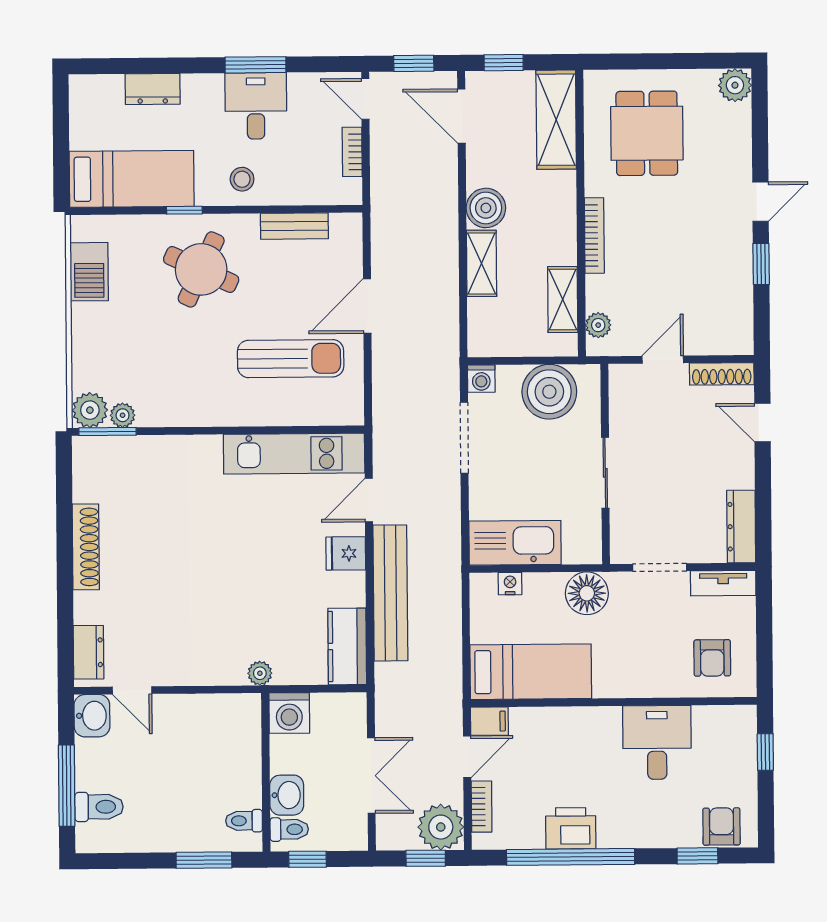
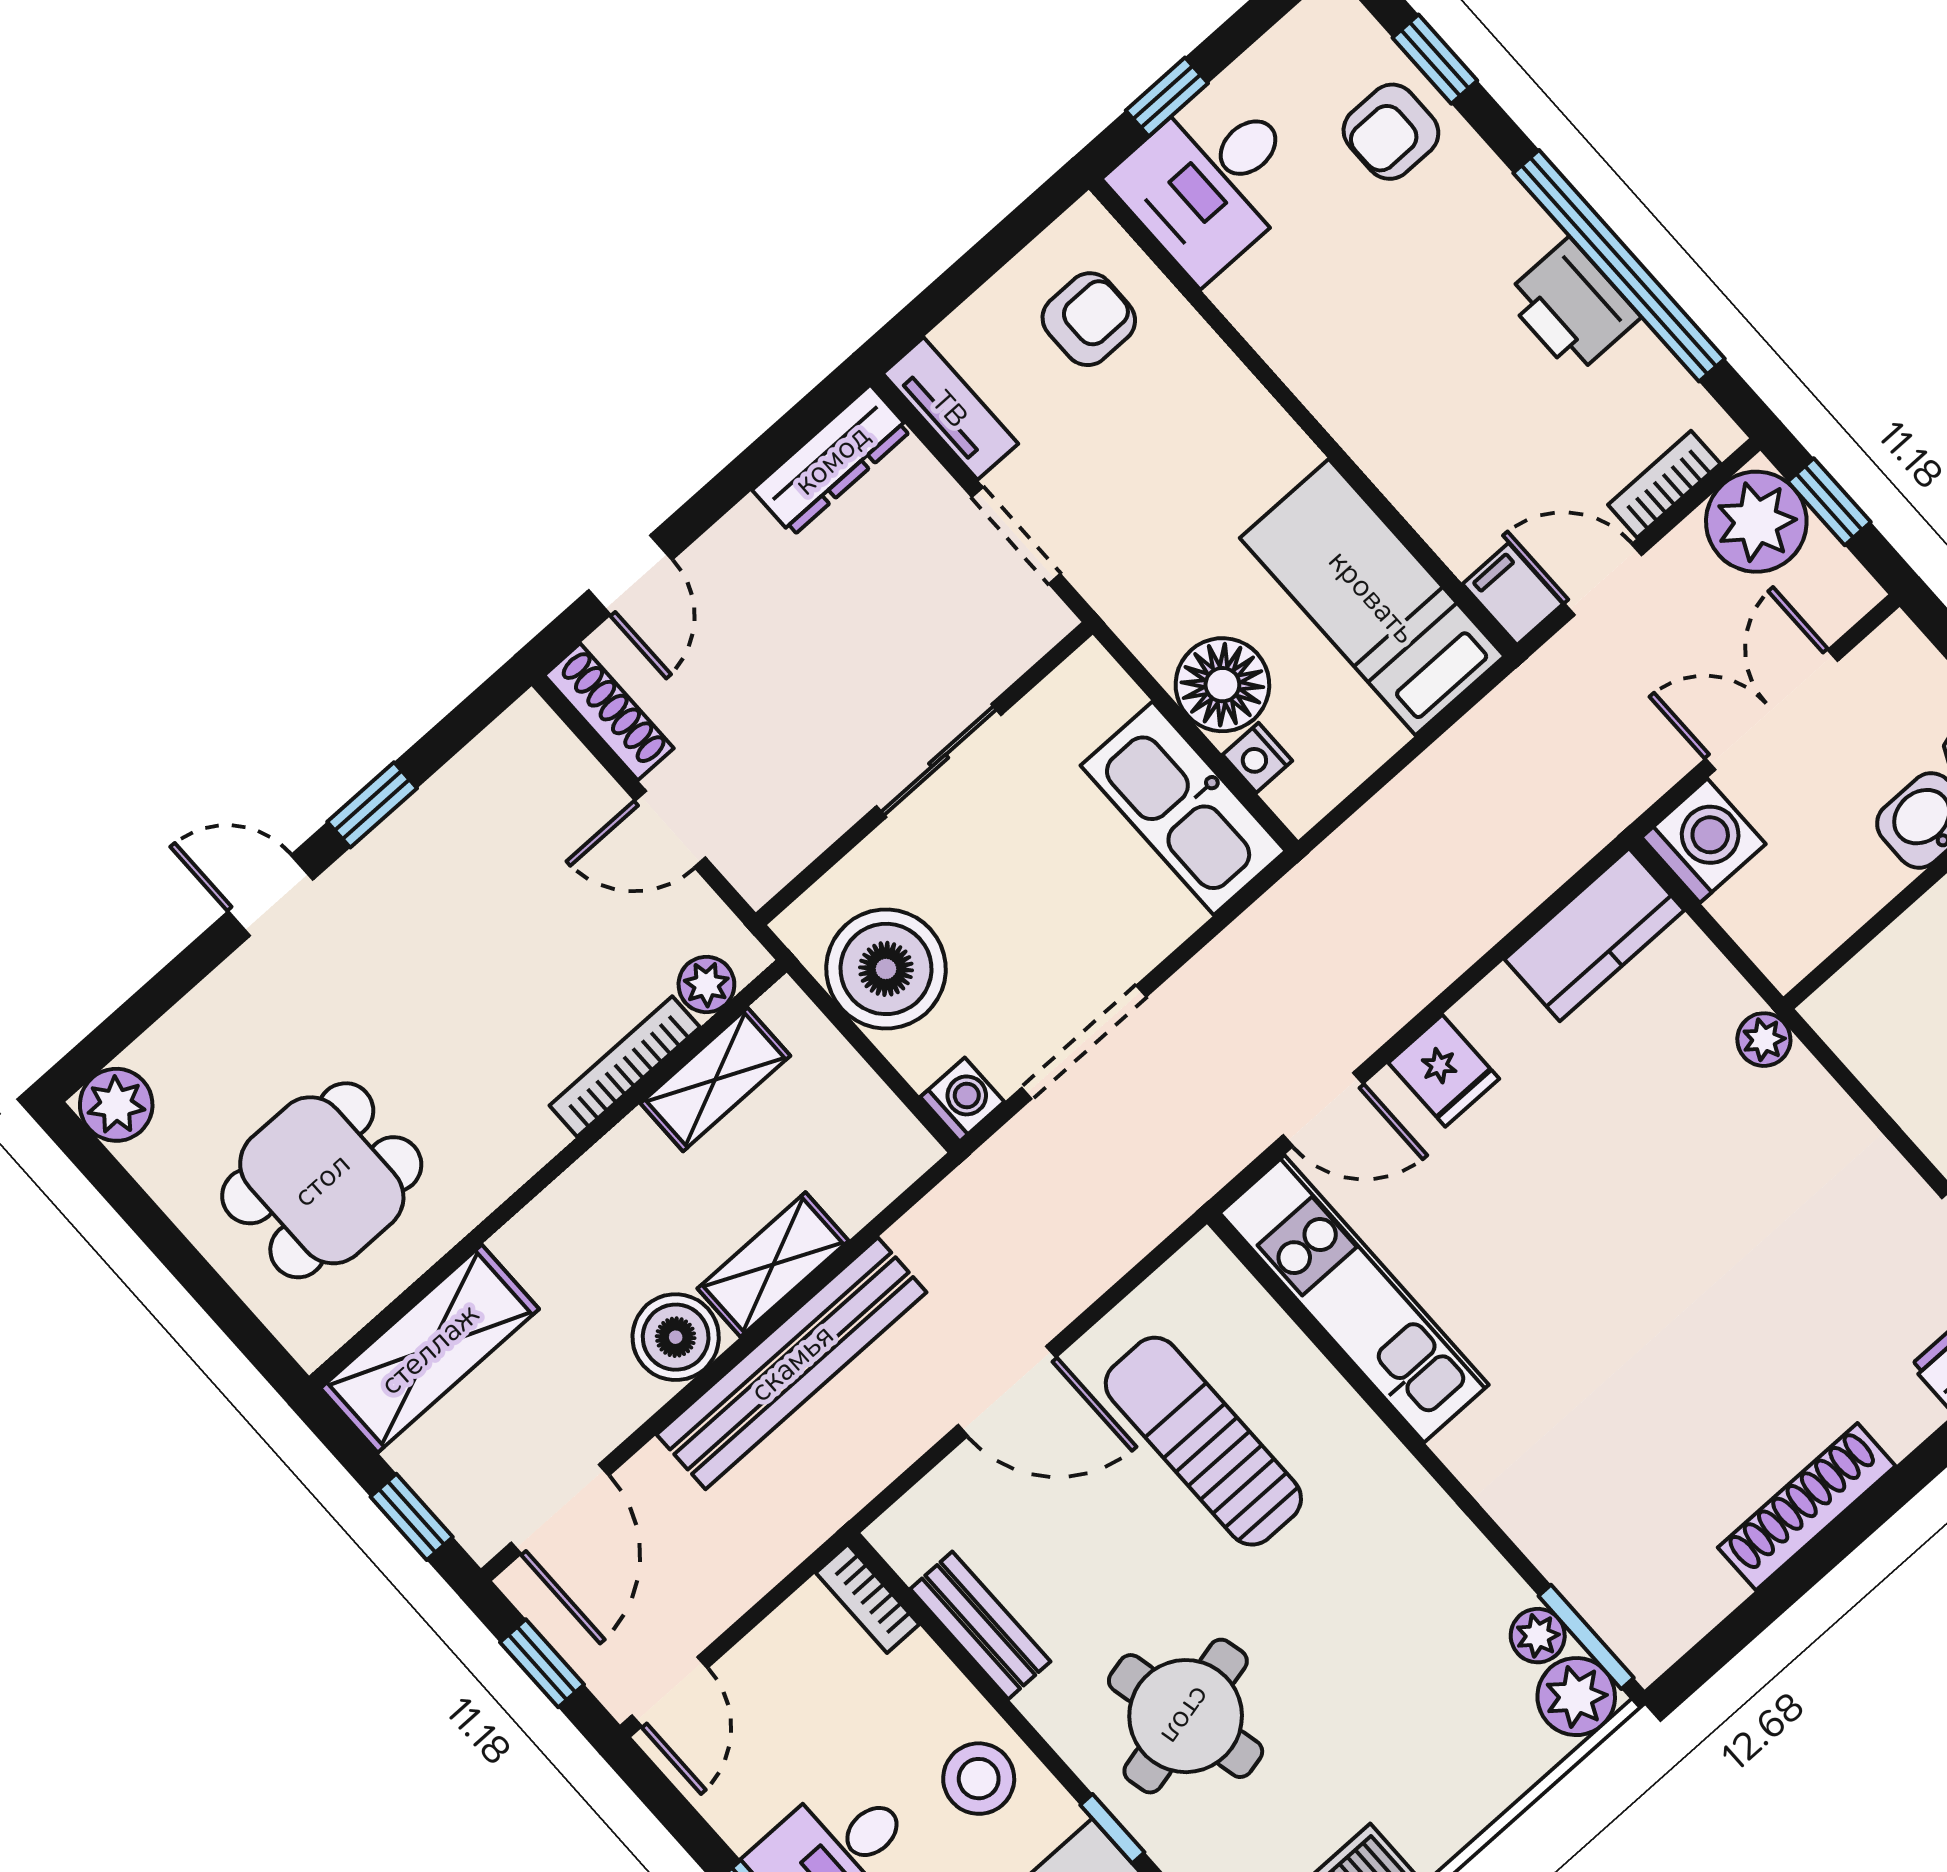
bookcase: (352, 152) -> (867, 1599), moved, turned 90
stool: (242, 179) -> (979, 1779), width x1.37, depth x1.37
bookcase: (594, 235) -> (625, 1066), moved
round table: (201, 269) -> (1186, 1716), turned -38
bench: (390, 593) -> (792, 1363), moved
floor lamp: (587, 593) -> (1222, 685), moved
washing machine: (289, 713) -> (1704, 841), moved
desk: (657, 742) -> (1211, 181), moved
armchair: (721, 826) -> (1391, 132), moved

